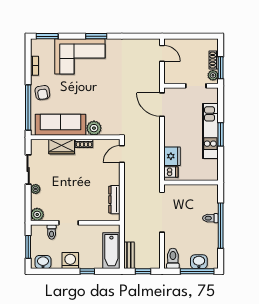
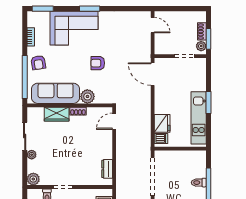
armchair: (105, 93) -> (98, 63), added
kitchen unit: (210, 131) -> (199, 118), moved
dresser: (114, 200) -> (107, 169), width x0.70

